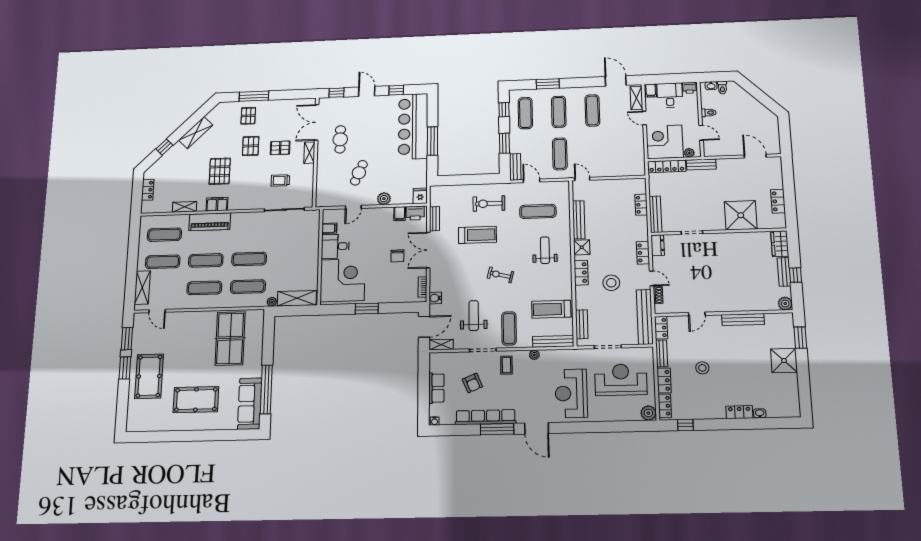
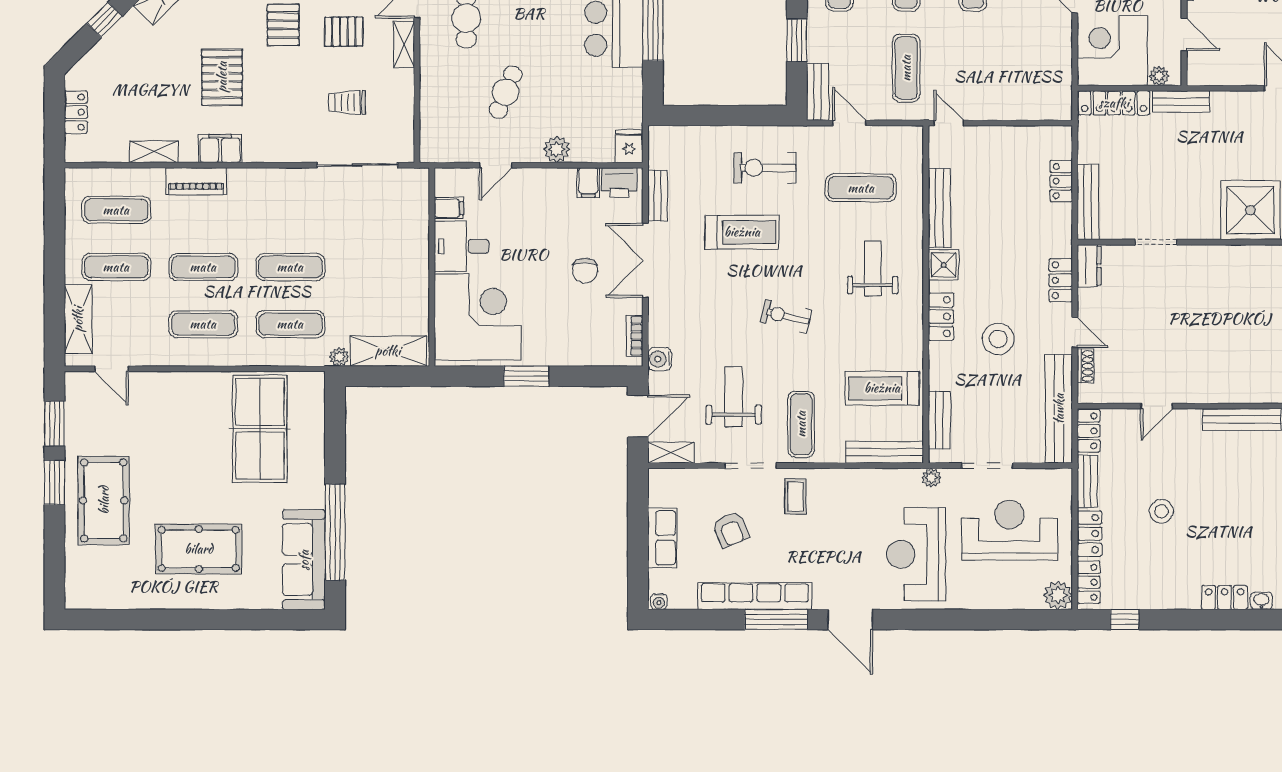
piano: (210, 222) -> (196, 181), width x0.73, depth x0.75
plant: (534, 355) -> (931, 478), moved

